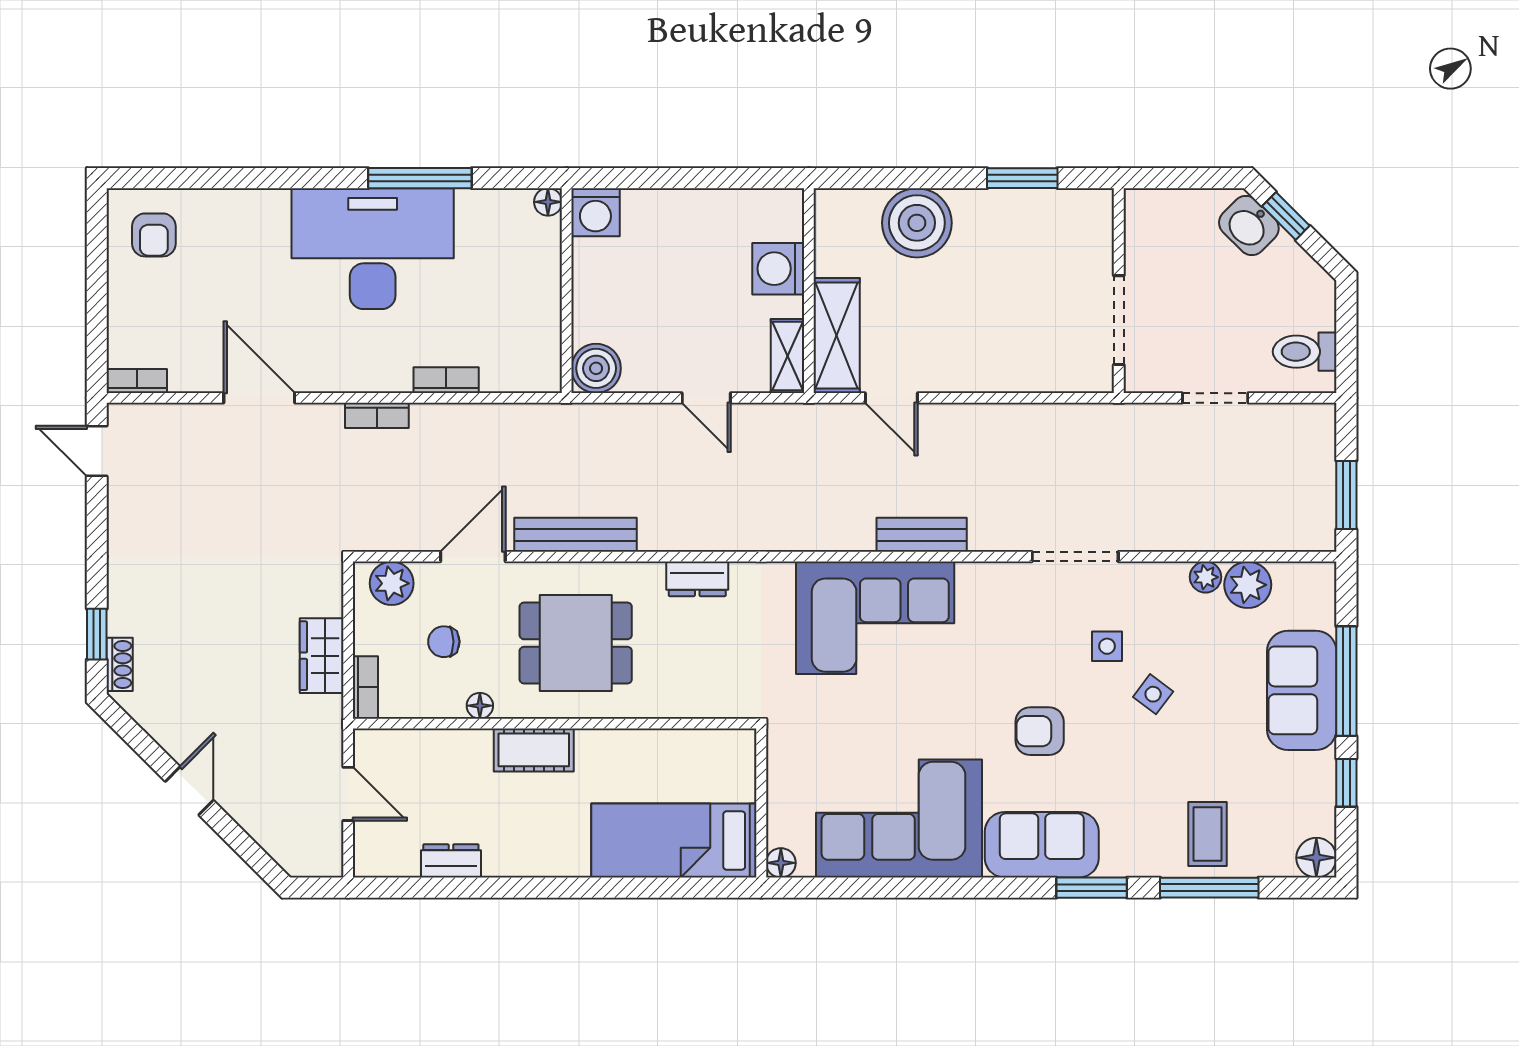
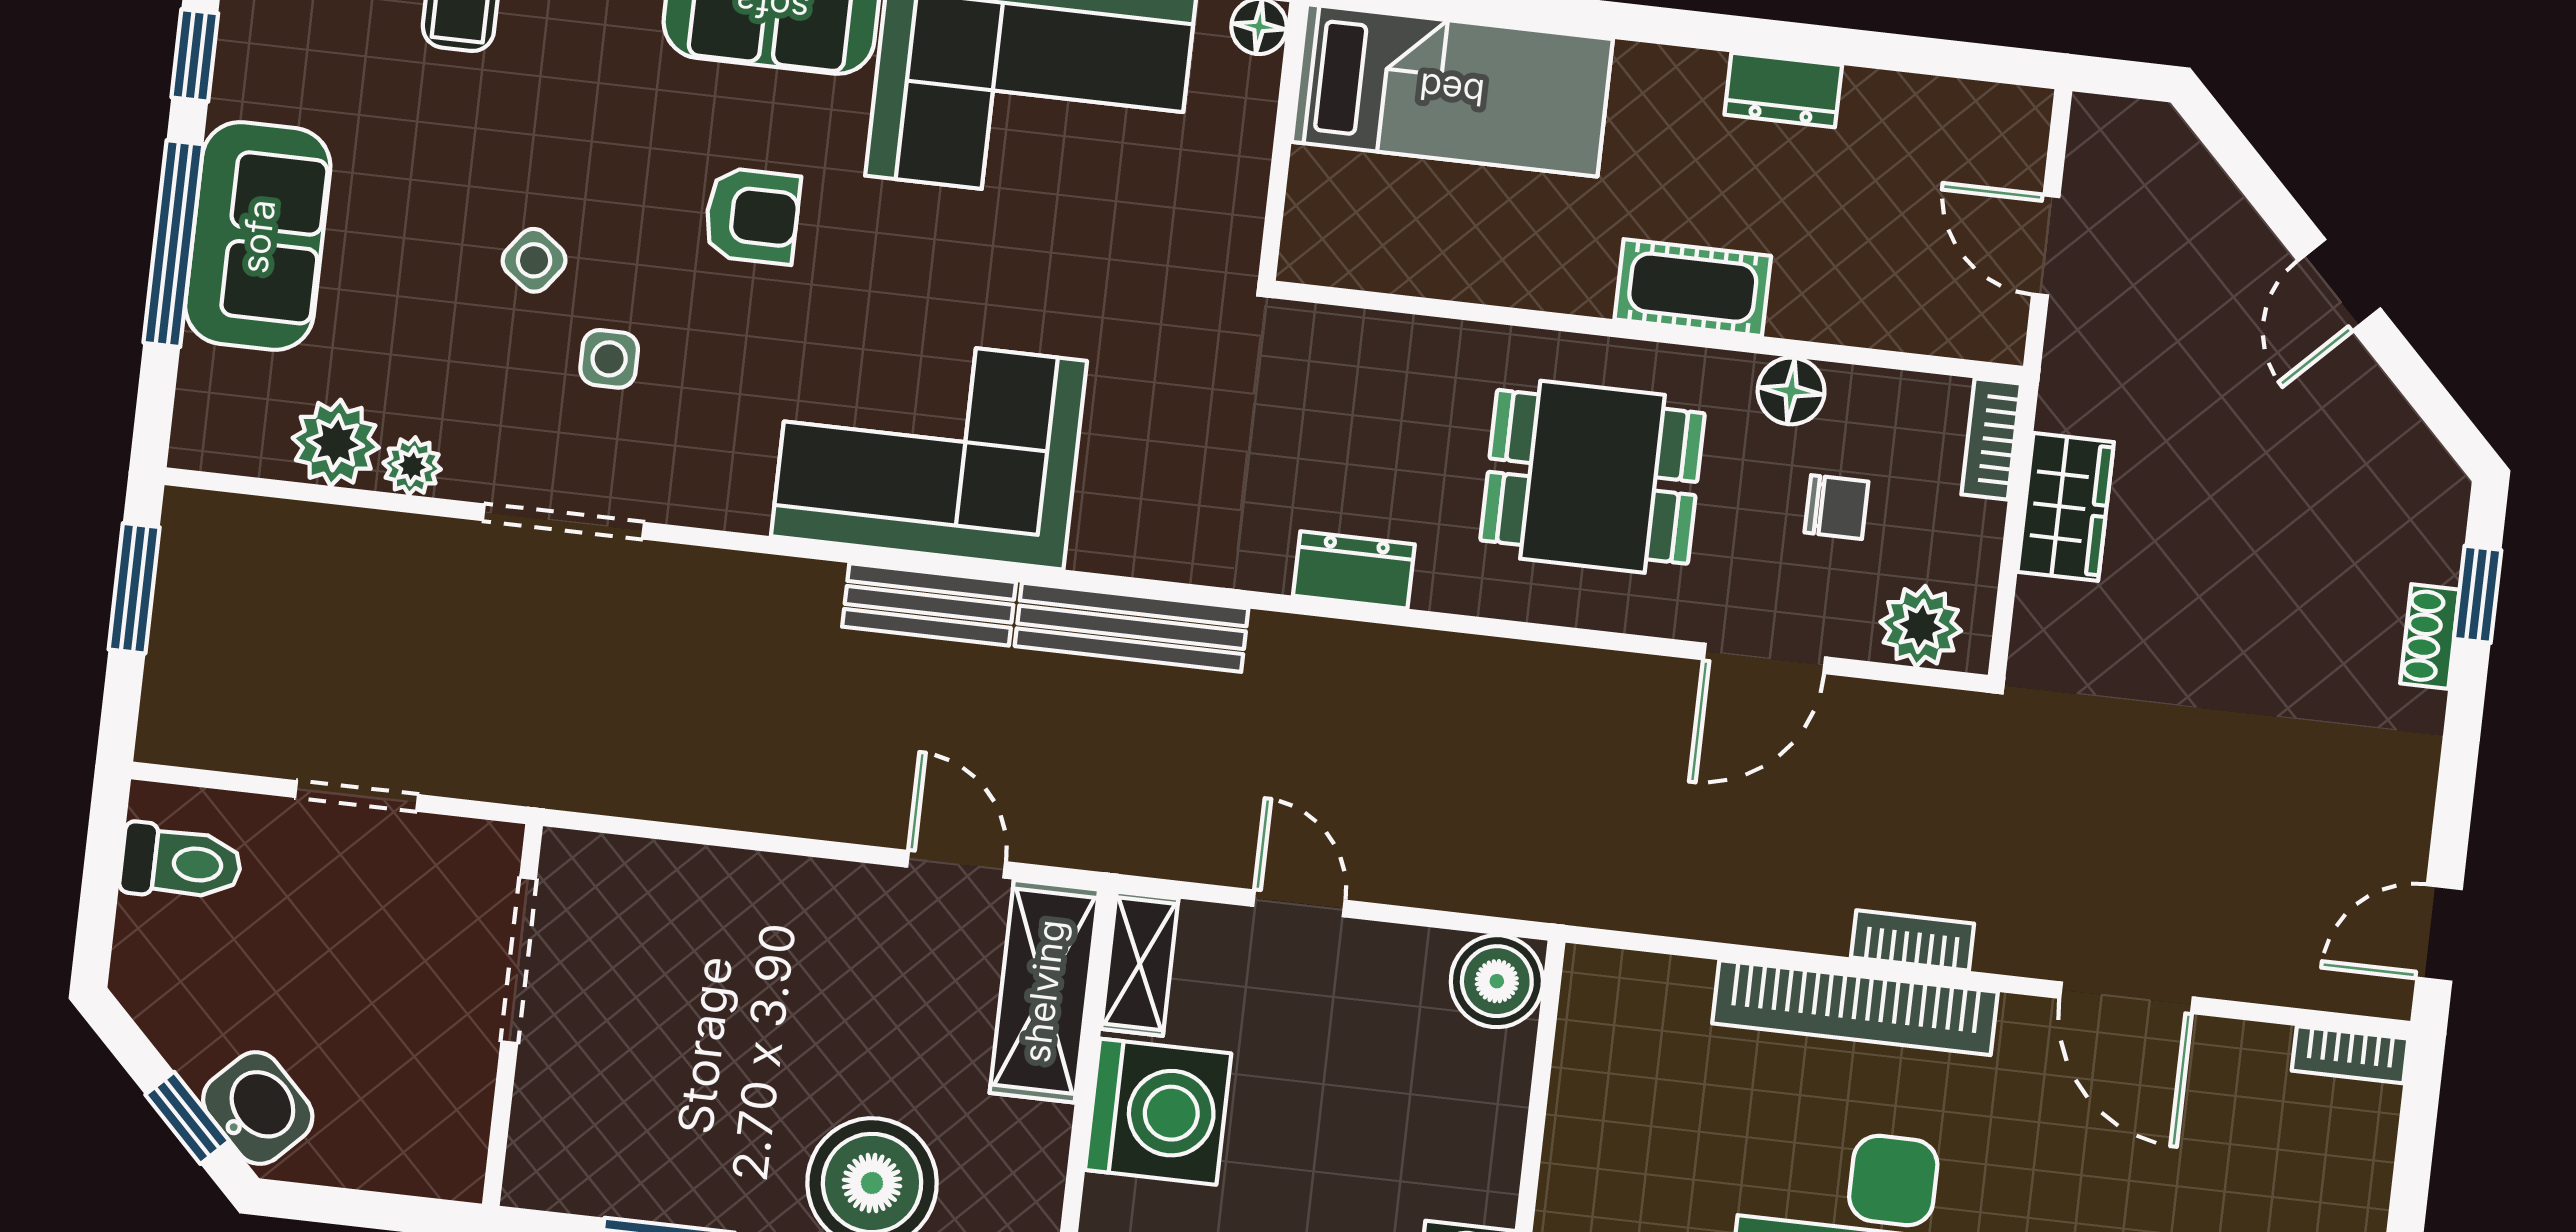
washing machine: (778, 269) -> (1158, 1112), width x1.37, depth x1.37
bookcase: (446, 380) -> (1855, 1008), width x2.31, depth x1.31
door: (97, 451) -> (2439, 933), swing flipped
bench: (575, 535) -> (1132, 627), moved
doorway: (1075, 557) -> (563, 522), moved
corner sofa: (875, 618) -> (929, 449), moved
shoe rack: (120, 664) -> (2430, 636), moved
floor lamp: (480, 706) -> (1791, 391), width x1.37, depth x1.37
dresser: (451, 861) -> (1783, 90), moved

